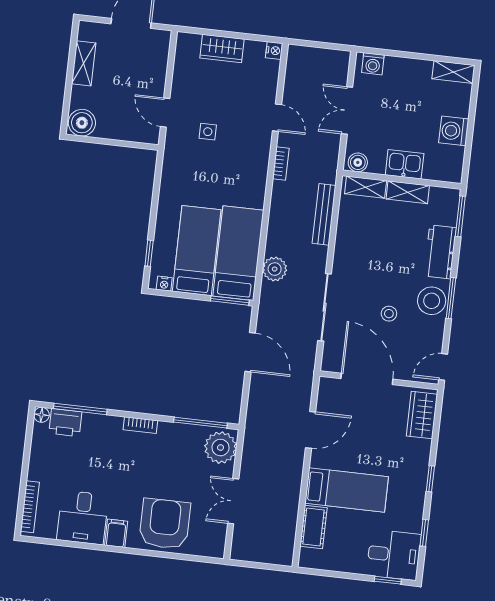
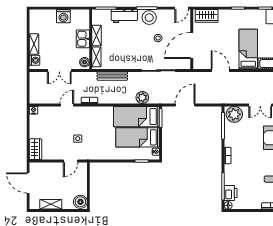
wardrobe: (222, 48) -> (35, 149), moved
shelving: (453, 72) -> (34, 44), moved
door: (443, 367) -> (182, 8), hinge flipped

